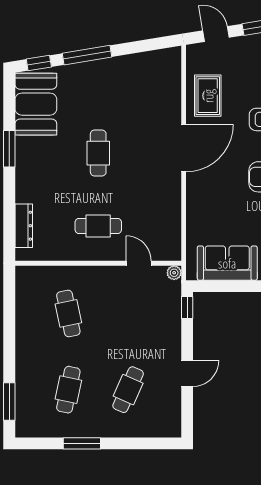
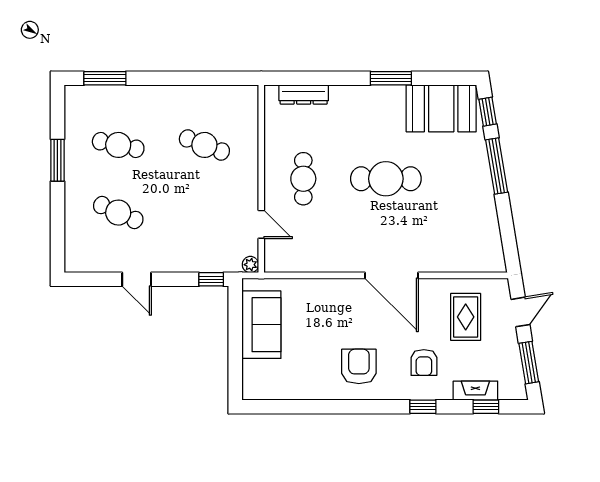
rug: (208, 96) -> (466, 317), moved, turned 90
cafe table: (98, 153) -> (386, 179), width x1.37, depth x1.35
door: (139, 263) -> (261, 224), hinge flipped
cafe table: (68, 313) -> (204, 145), turned 33

